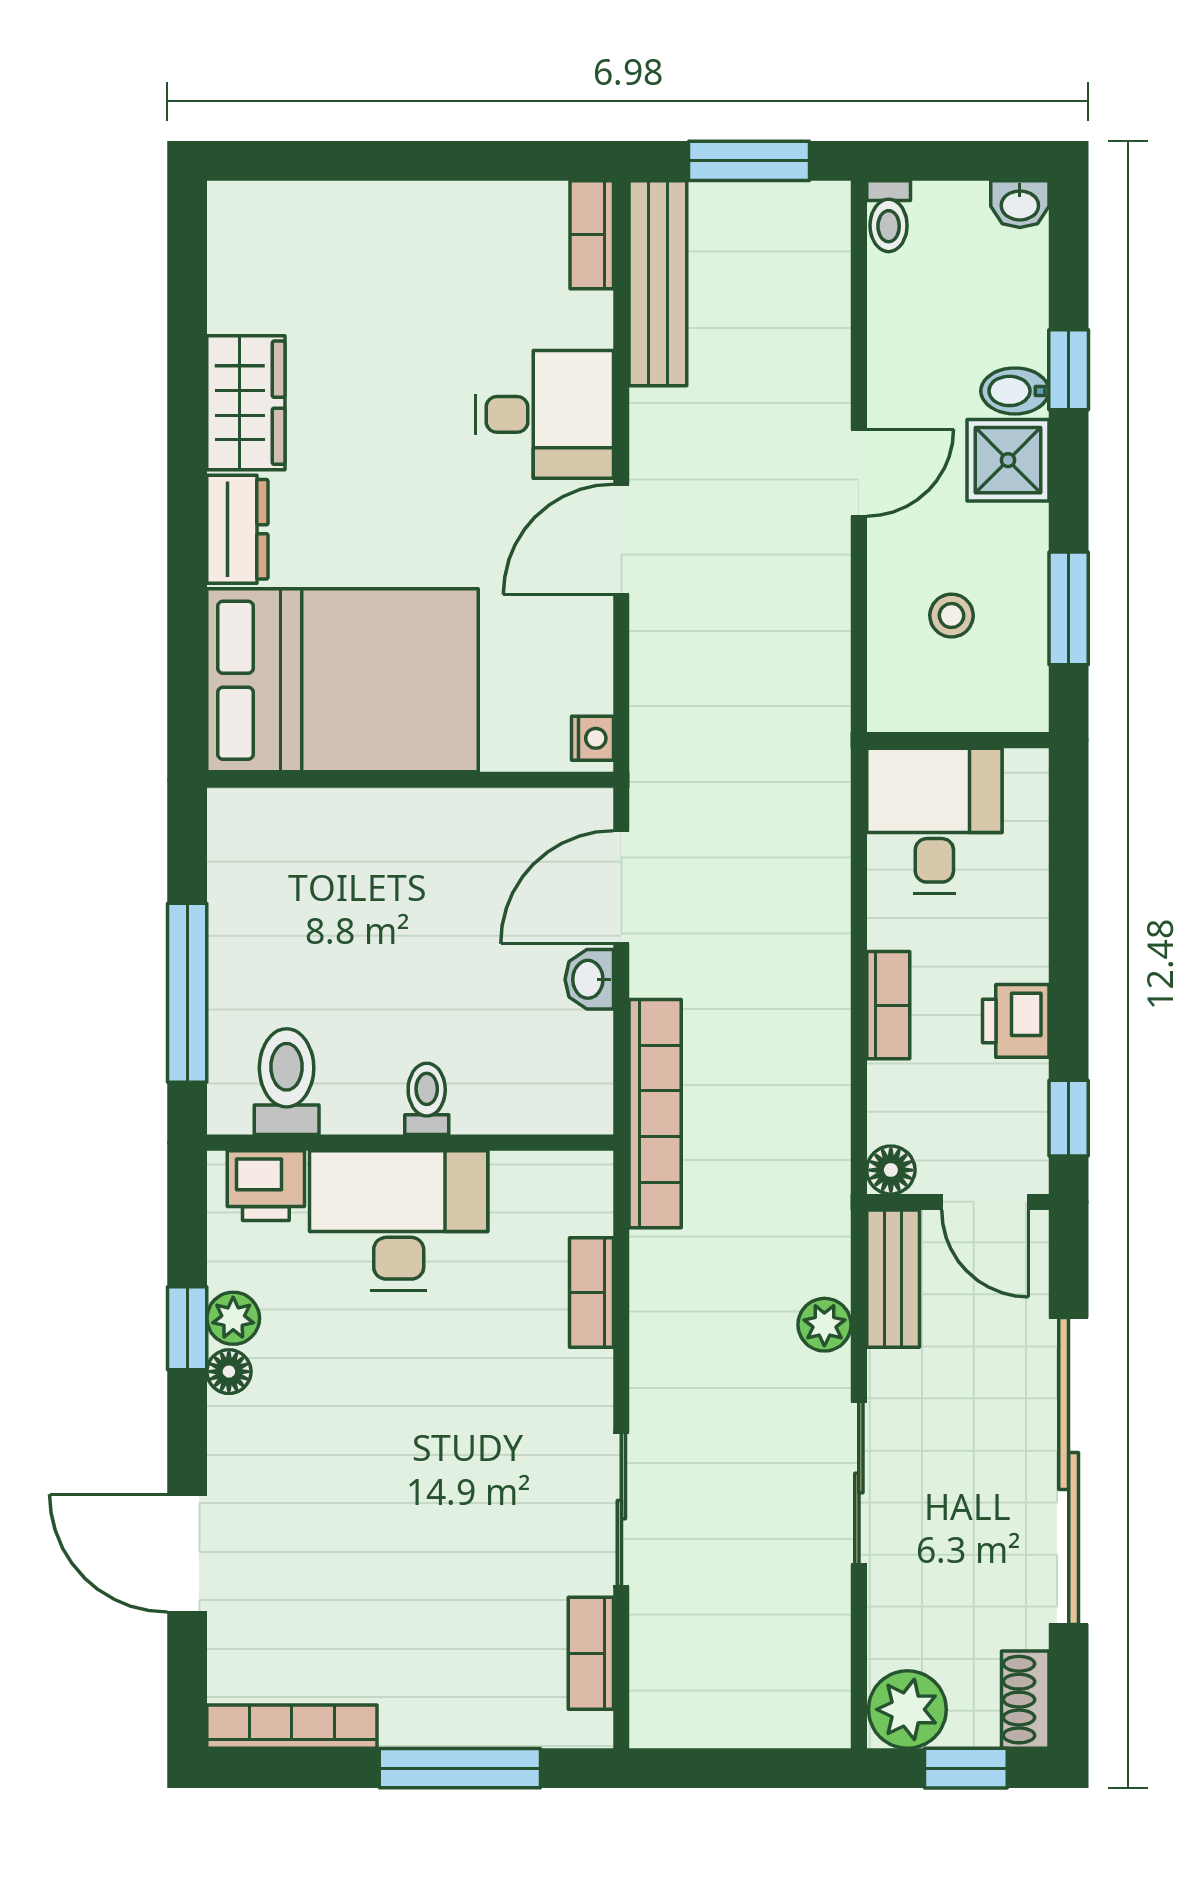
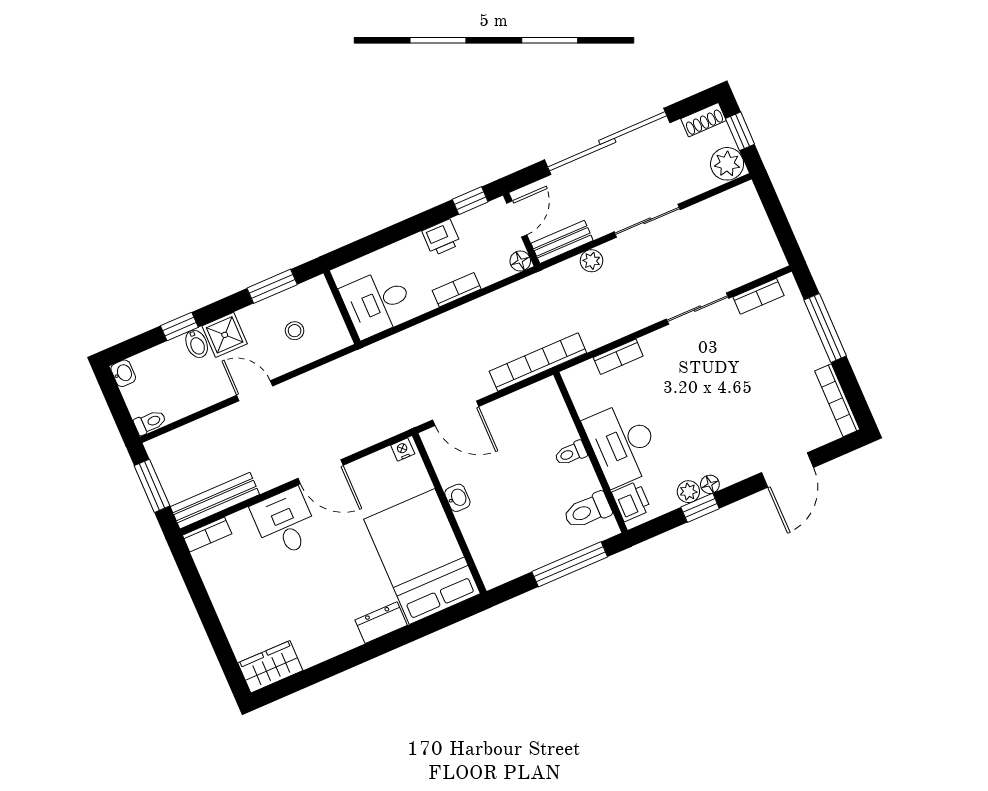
wardrobe: (246, 403) -> (270, 667), moved
washbasin: (589, 979) -> (457, 498), moved, turned -90

